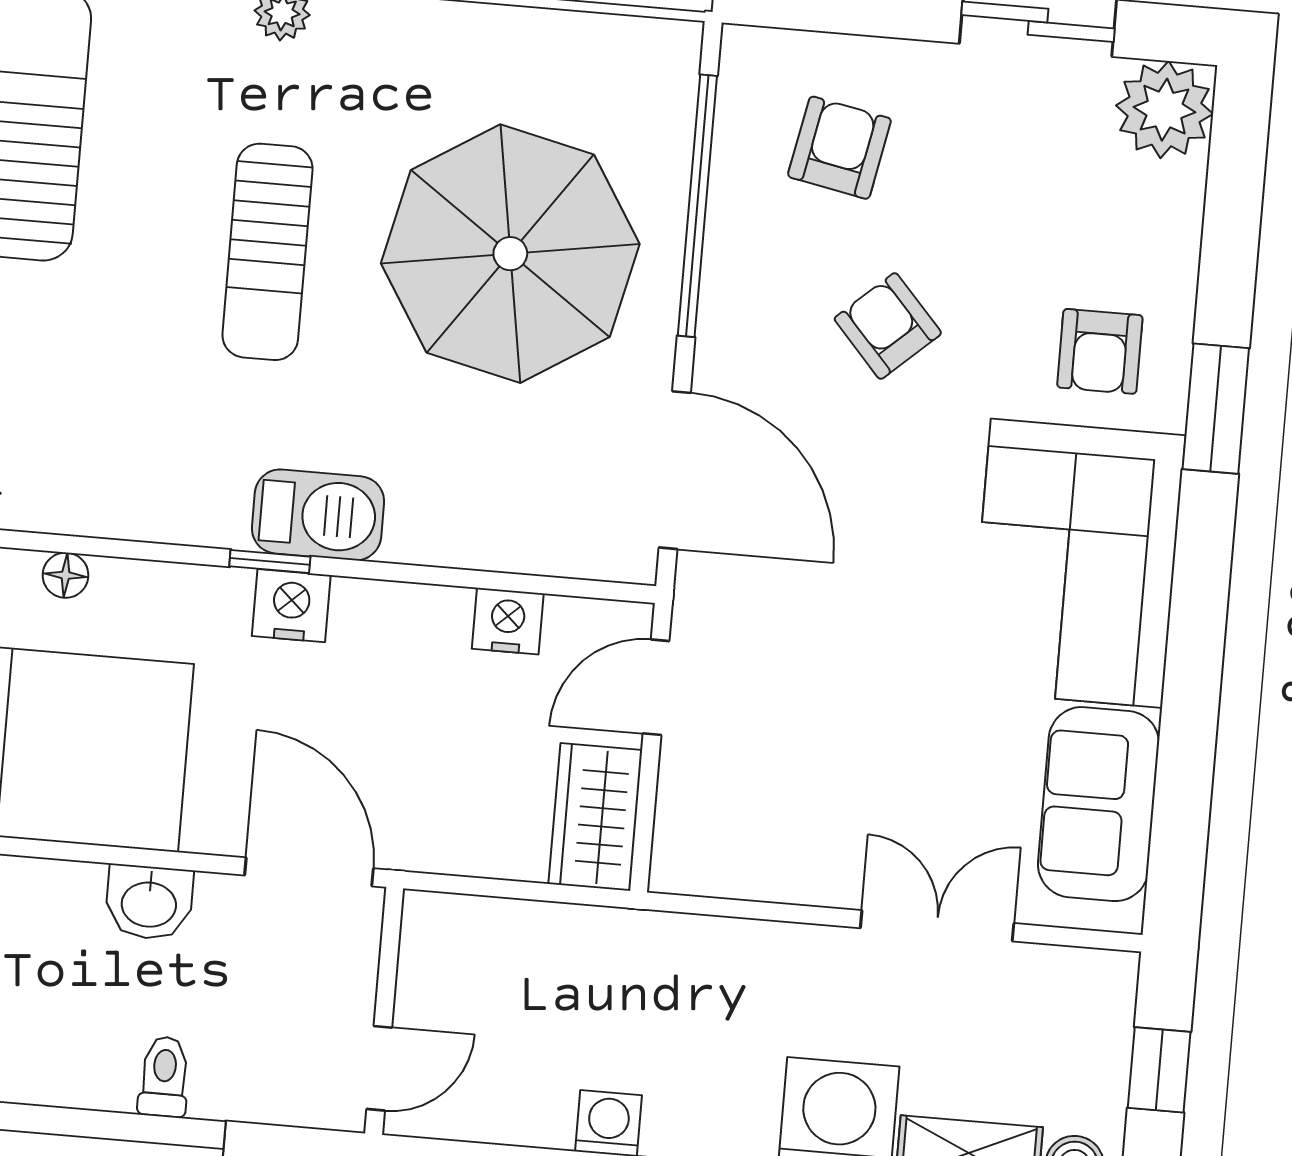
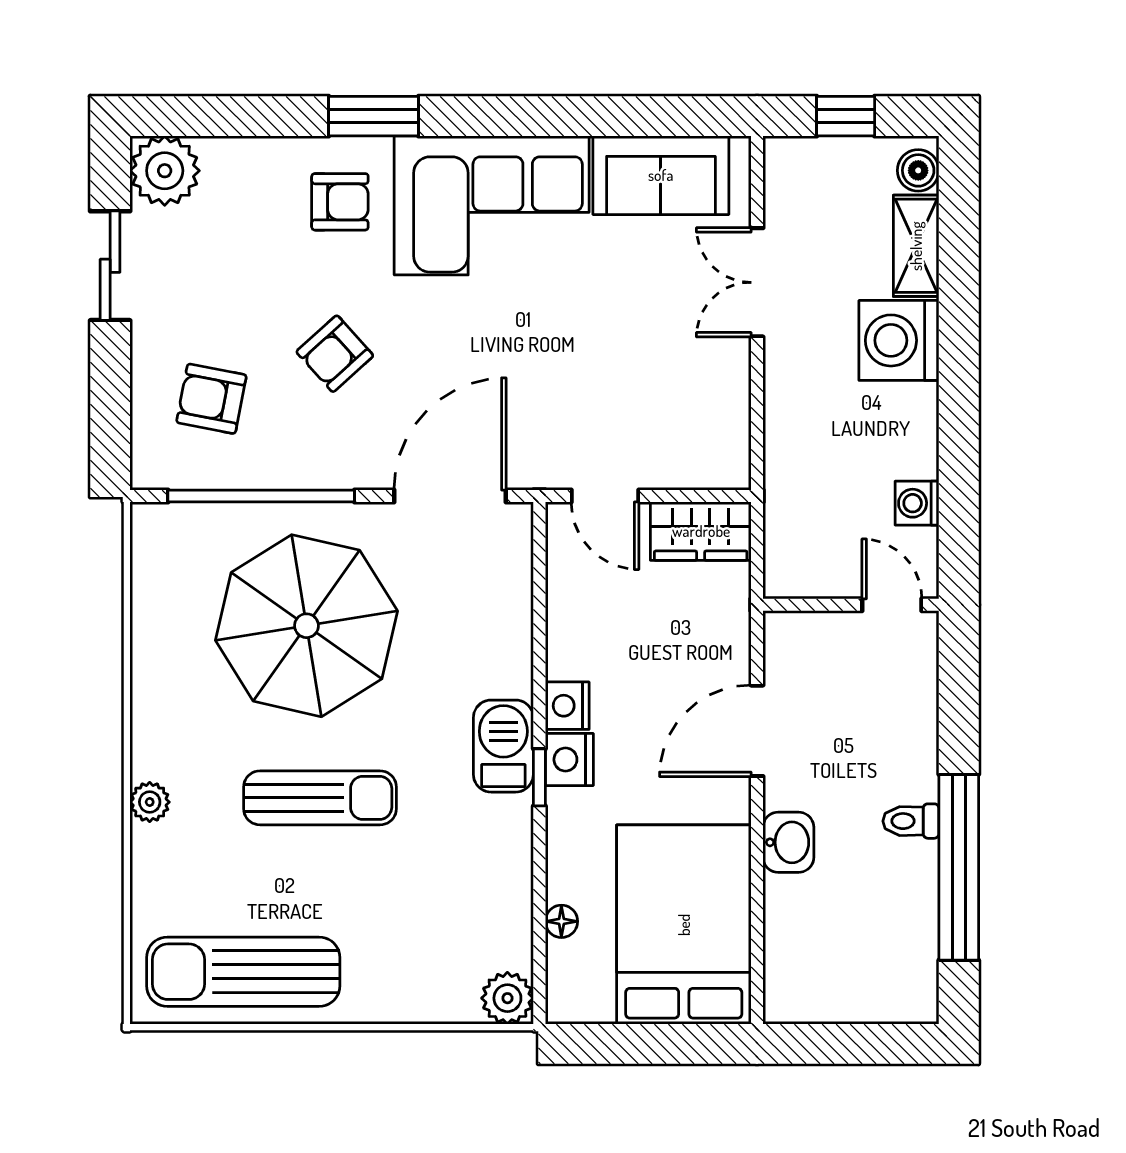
nightstand: (508, 621) -> (567, 706), moved
wall: (384, 1011) -> (851, 605), moved
door: (379, 1068) -> (892, 605), moved

